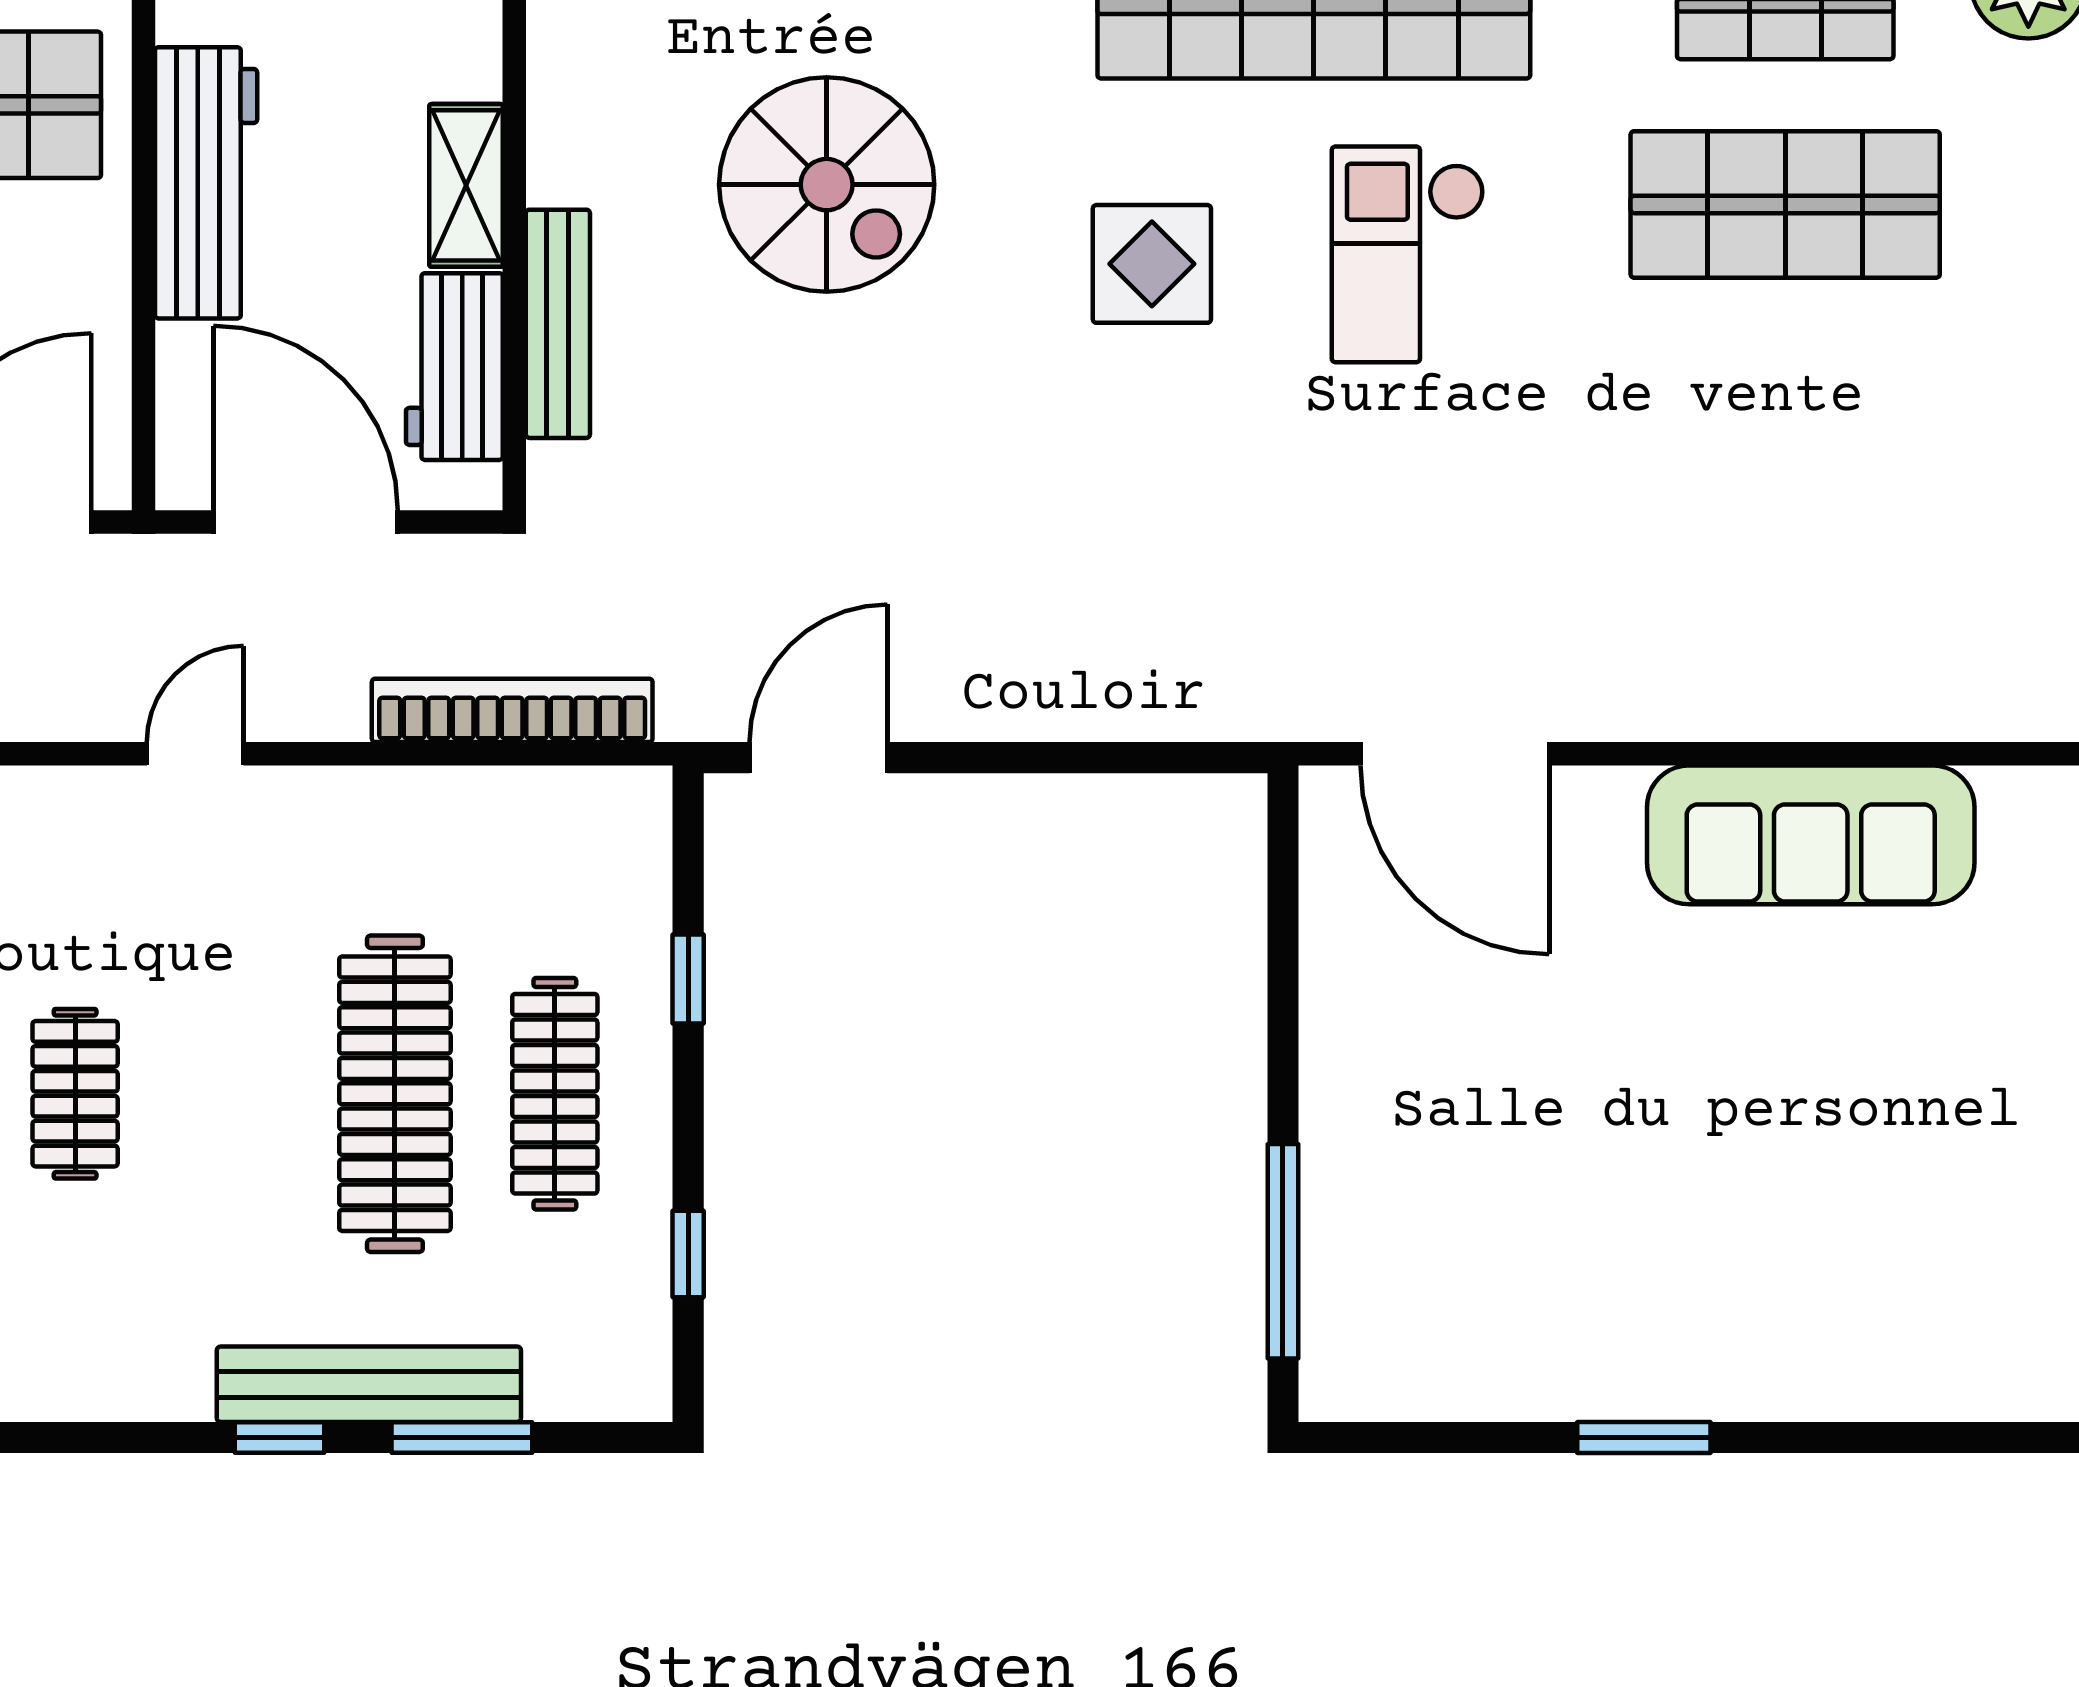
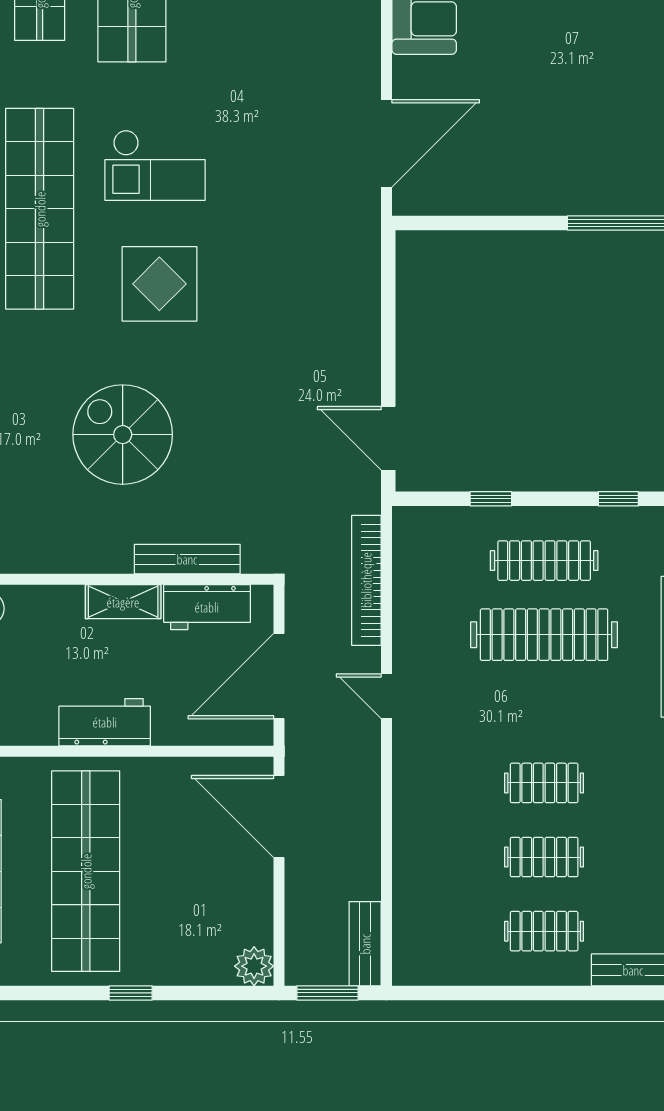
workbench: (206, 183) -> (105, 722), width x0.73
spiral stairs: (827, 185) -> (123, 435), turned -90
display table: (1152, 264) -> (159, 284), width x1.36, depth x1.36
door: (195, 754) -> (387, 696), moved

